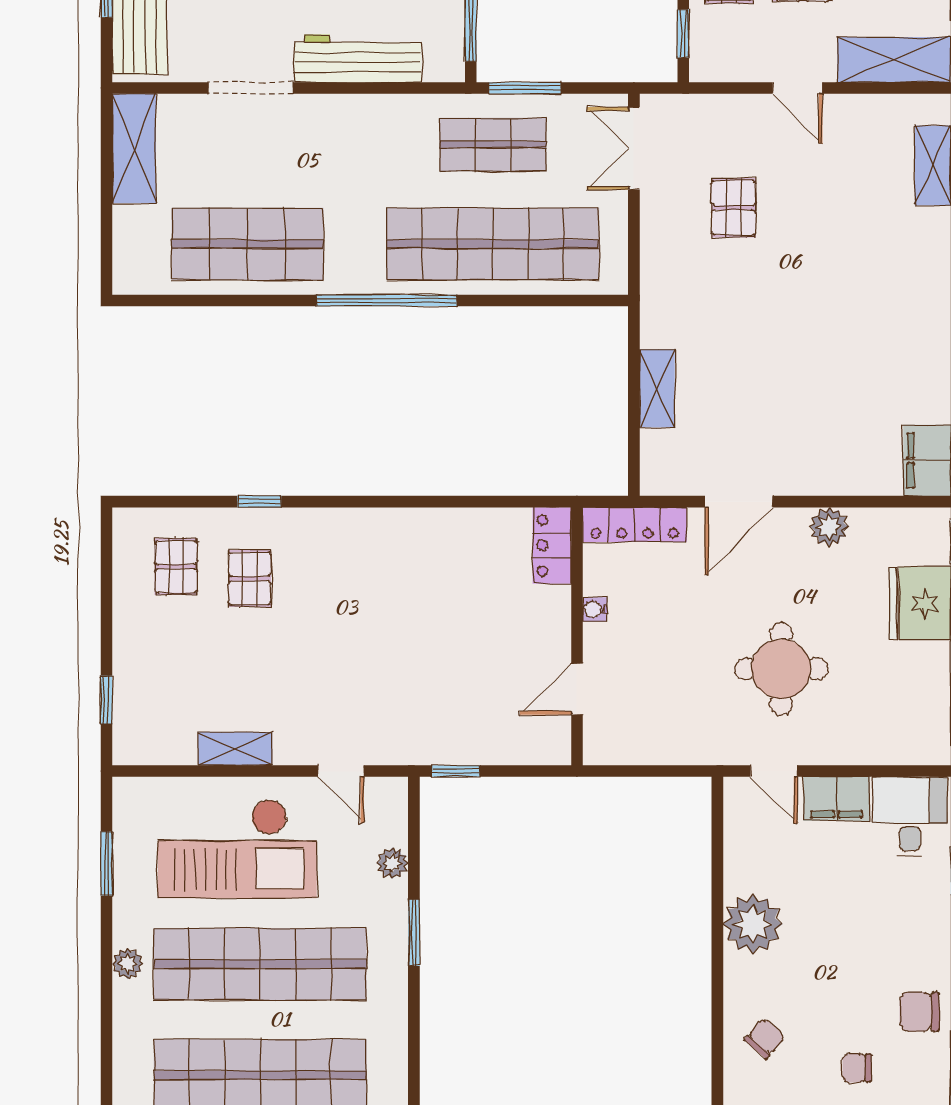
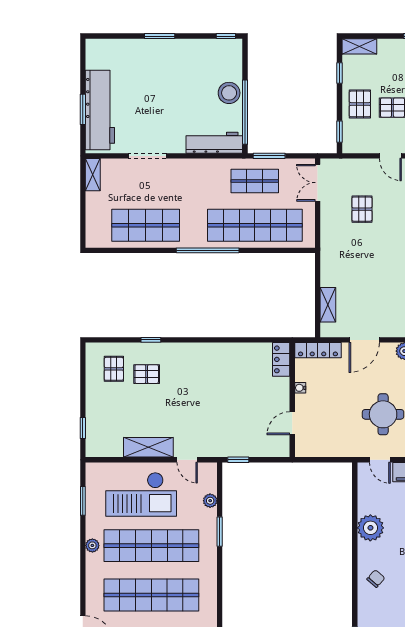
workbench: (358, 59) -> (214, 143), moved
shelving: (134, 148) -> (93, 175), width x0.67, depth x0.75
shelving: (657, 388) -> (328, 305), moved
pallet: (250, 579) -> (147, 374), turned 90
shelving: (235, 749) -> (148, 447), width x1.50, depth x1.33

